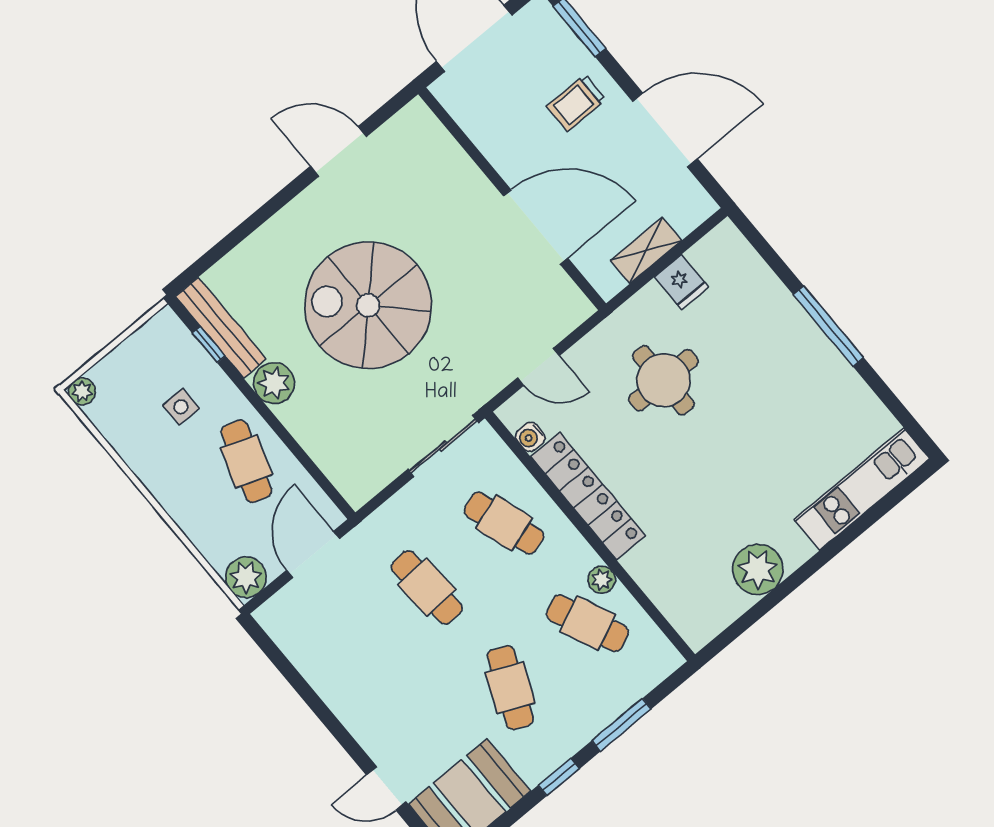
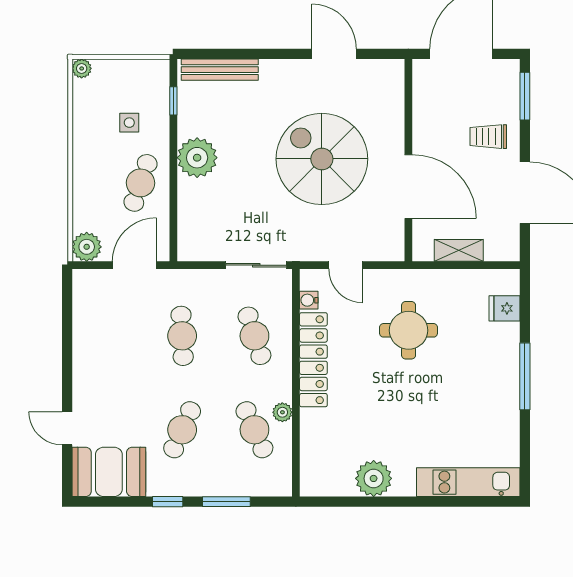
fridge: (681, 282) -> (505, 308), moved, turned 90
spiral stairs: (368, 305) -> (322, 159), moved
bench: (221, 328) -> (220, 70), moved, turned 90
plant: (274, 383) -> (197, 158), width x1.36, depth x1.36

